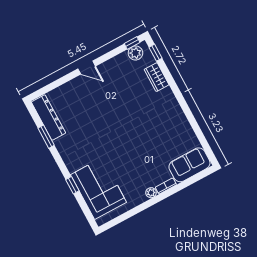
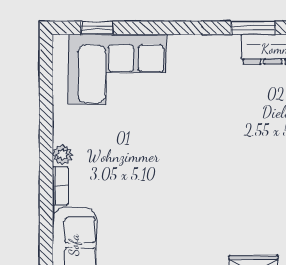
window: (72, 185) -> (97, 28), moved

